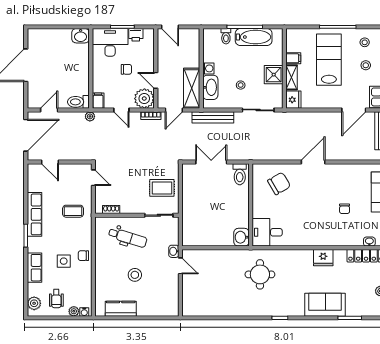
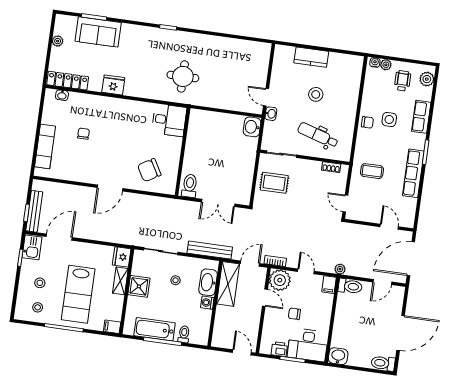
toilet: (38, 35) -> (383, 363), added
filing cabinet: (293, 58) -> (112, 327), moved
washbasin: (241, 237) -> (252, 127), moved, turned 180
sofa: (325, 305) -> (98, 32), moved
kitchen counter: (121, 309) -> (311, 57), moved

